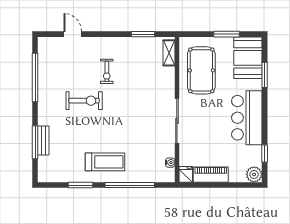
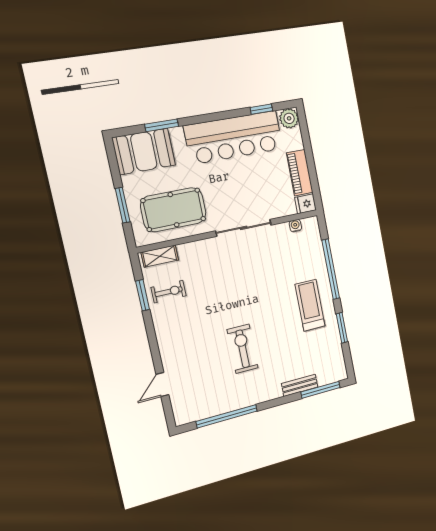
window: (227, 34) -> (123, 205), moved
exercise bike: (107, 71) -> (169, 292), moved
bar counter: (247, 118) -> (234, 137), width x1.36
window: (35, 142) -> (321, 390), moved

